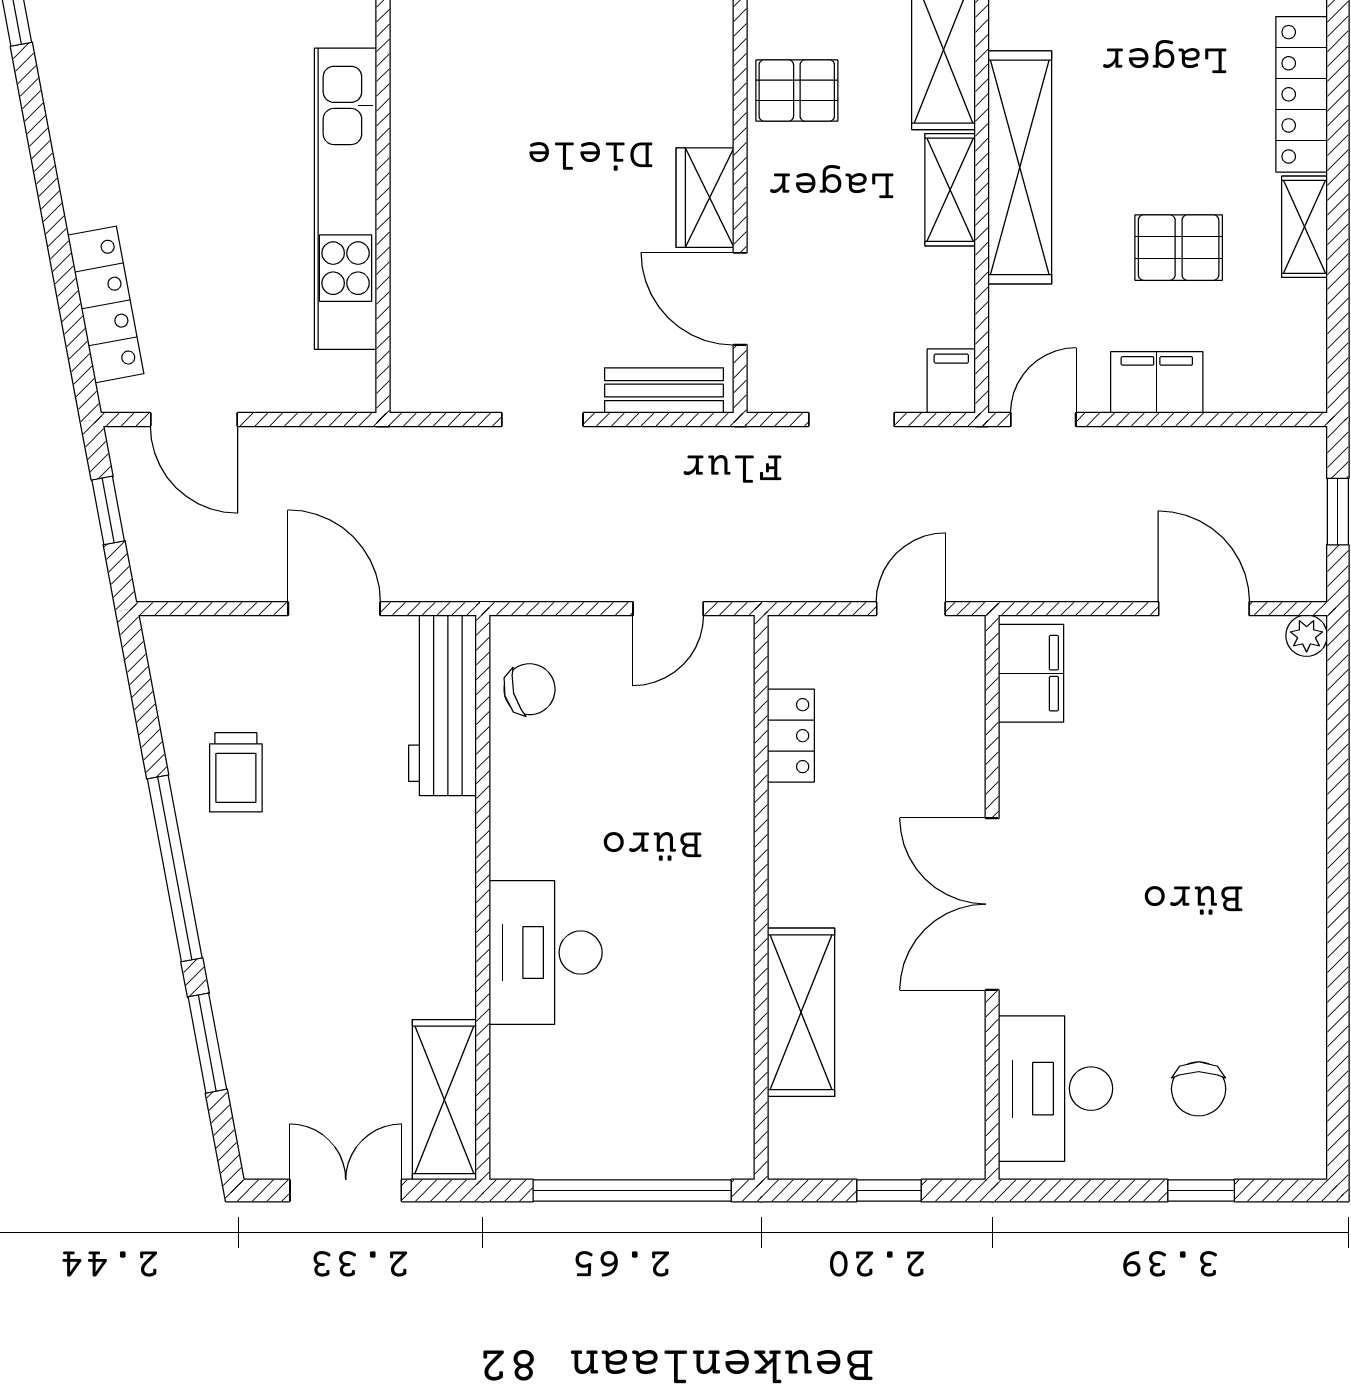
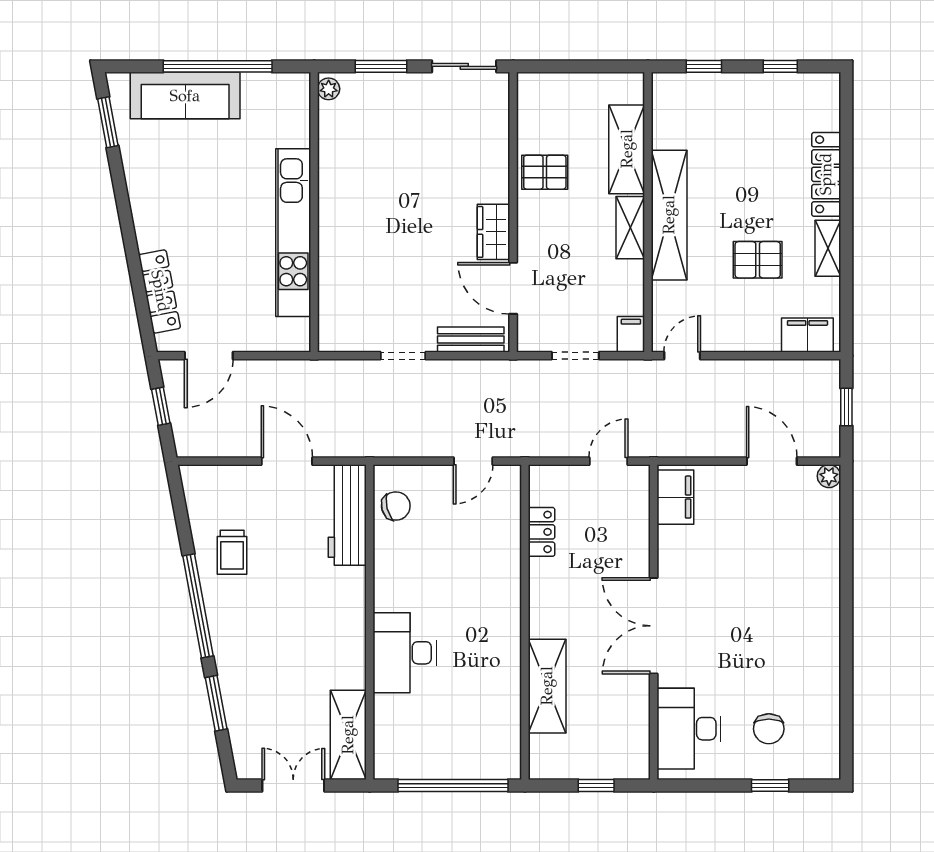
filing cabinet: (1157, 382) -> (807, 335), moved
door: (194, 420) -> (209, 356), hinge flipped

